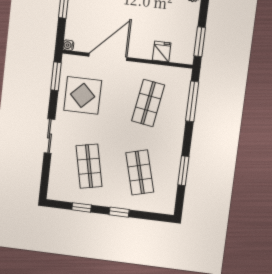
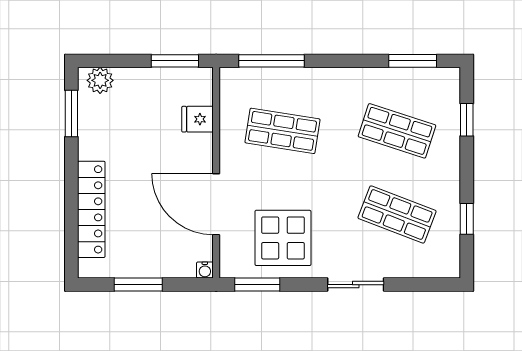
shop shelf: (89, 166) -> (397, 214), turned 33
window: (183, 171) -> (413, 61), moved
shop shelf: (140, 172) -> (397, 131), turned 33
window: (119, 212) -> (467, 120), moved

